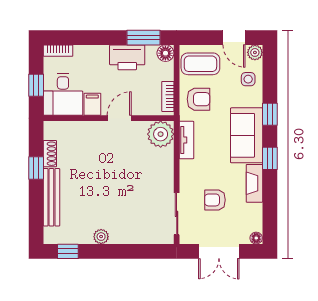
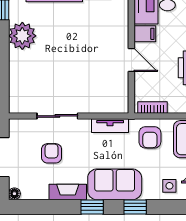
plant: (161, 134) -> (116, 100), removed
sliding door: (177, 214) -> (57, 116), moved
plant: (101, 237) -> (22, 36), width x1.87, depth x1.87

